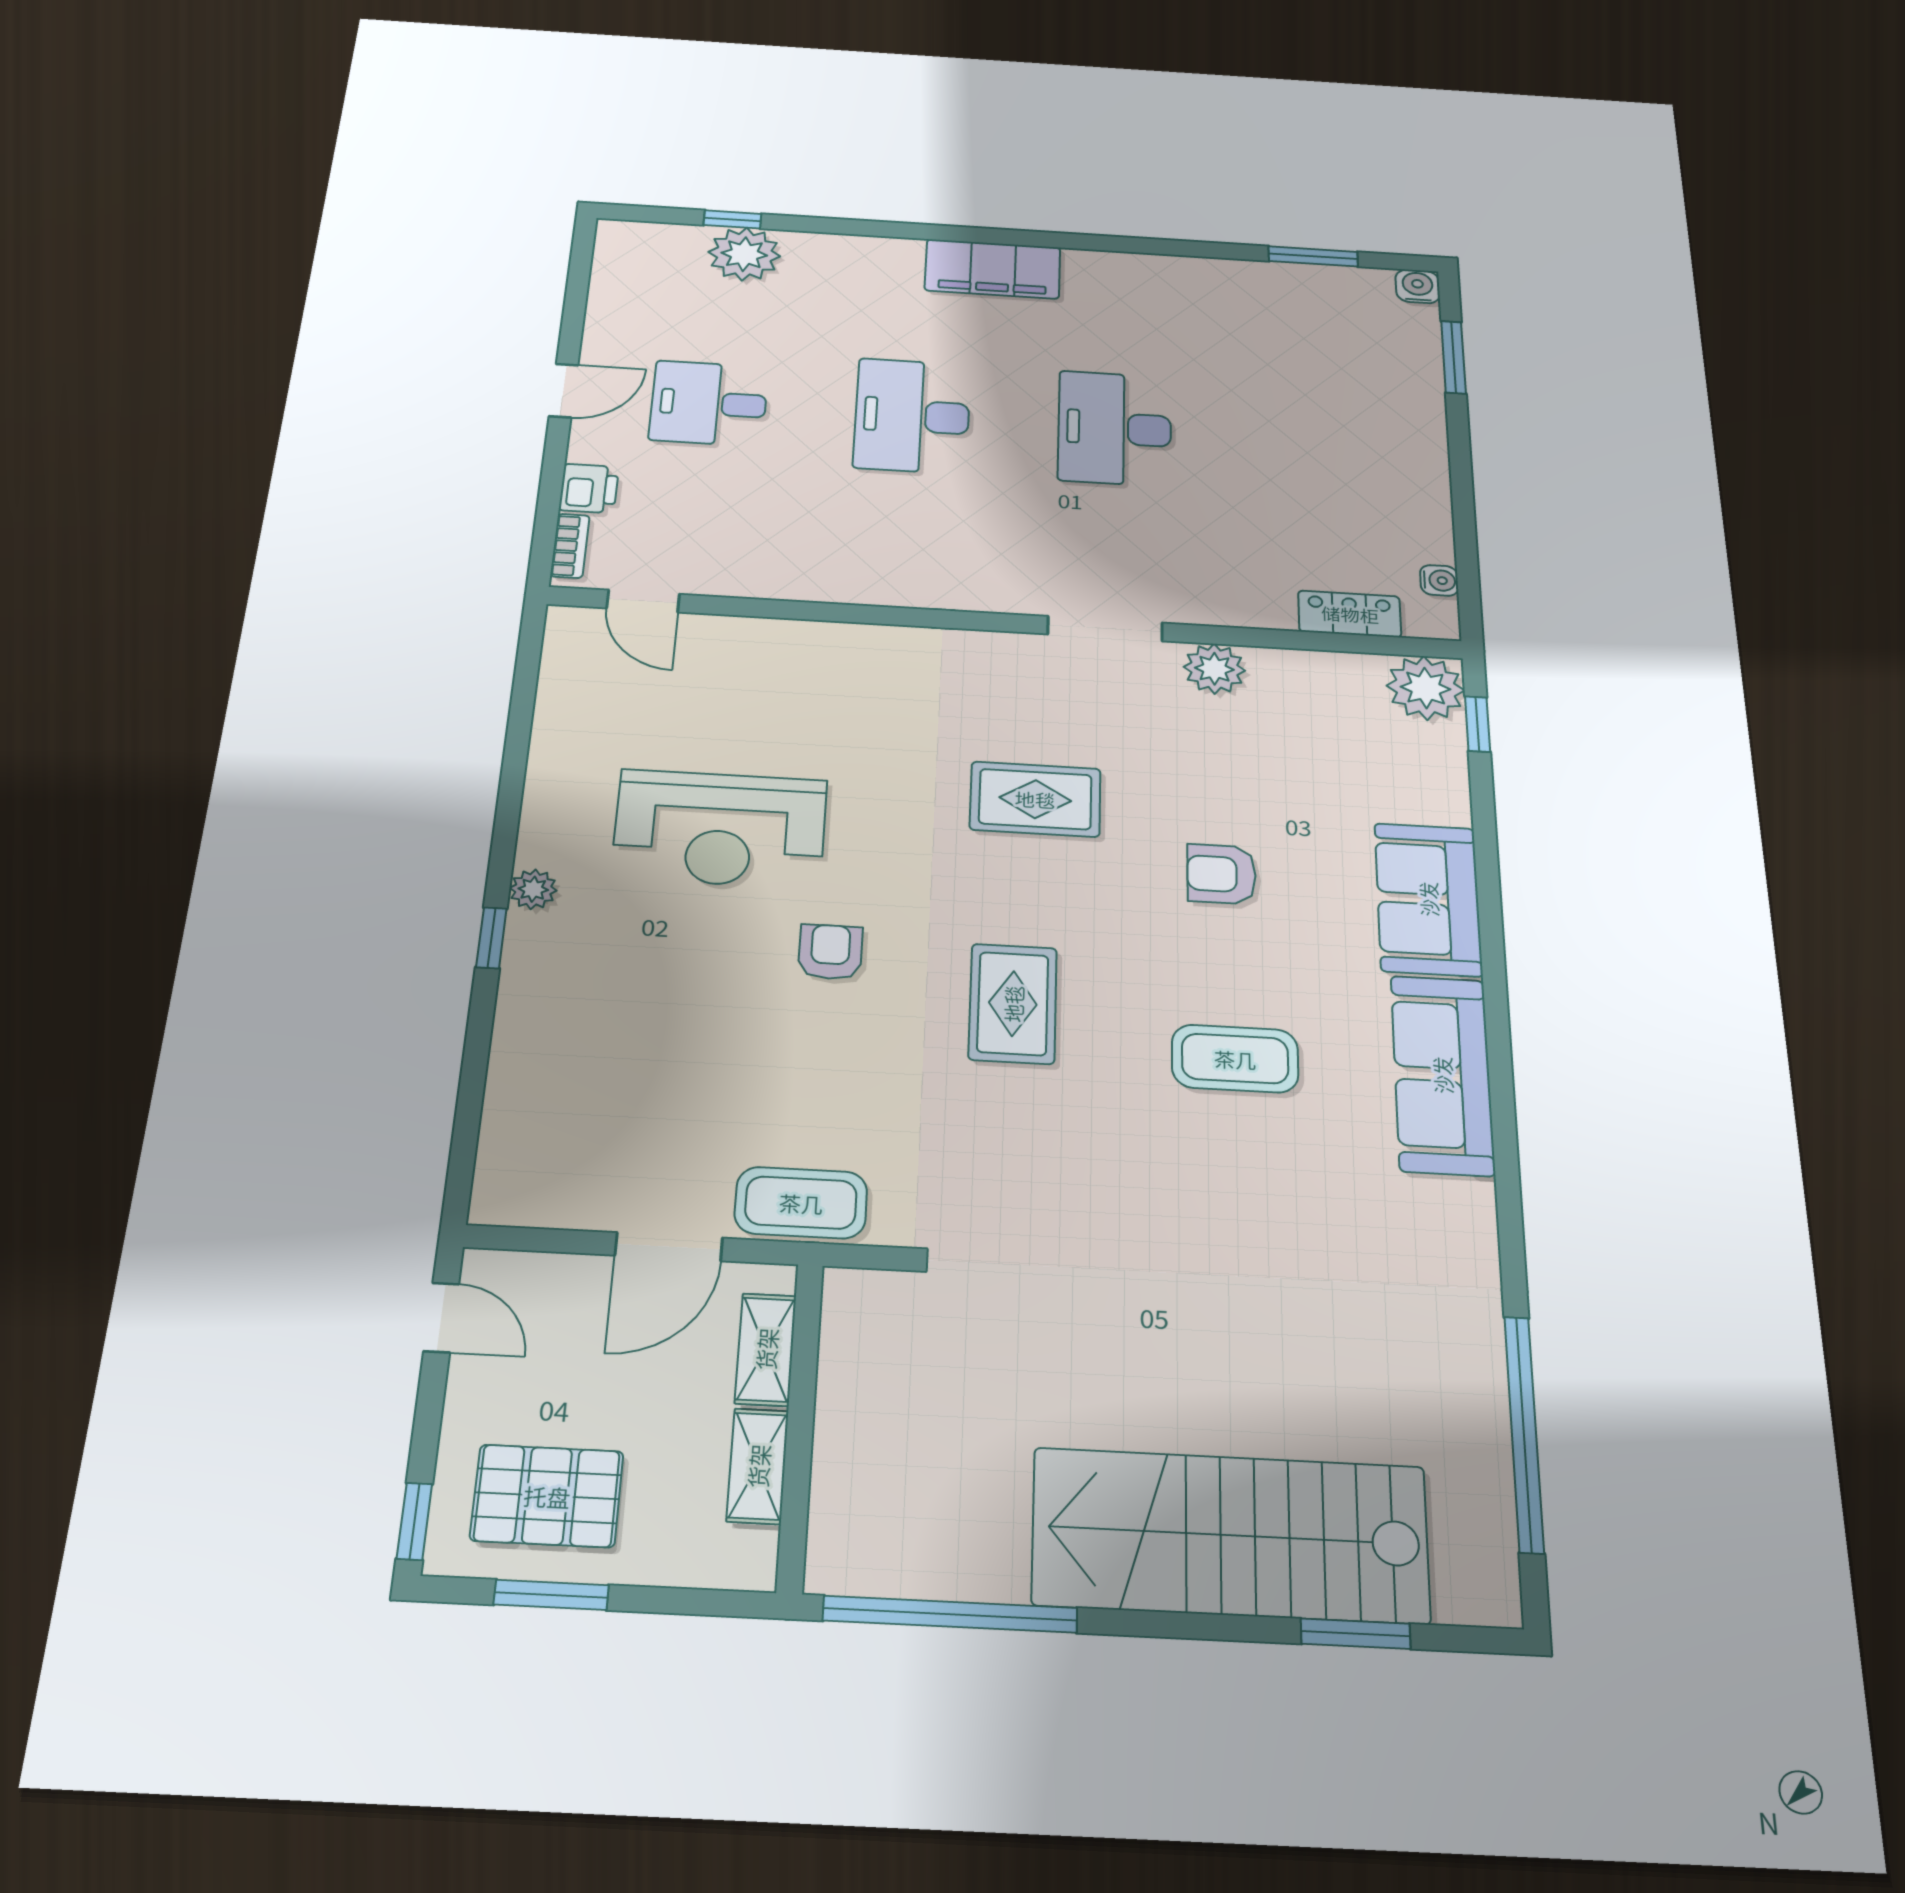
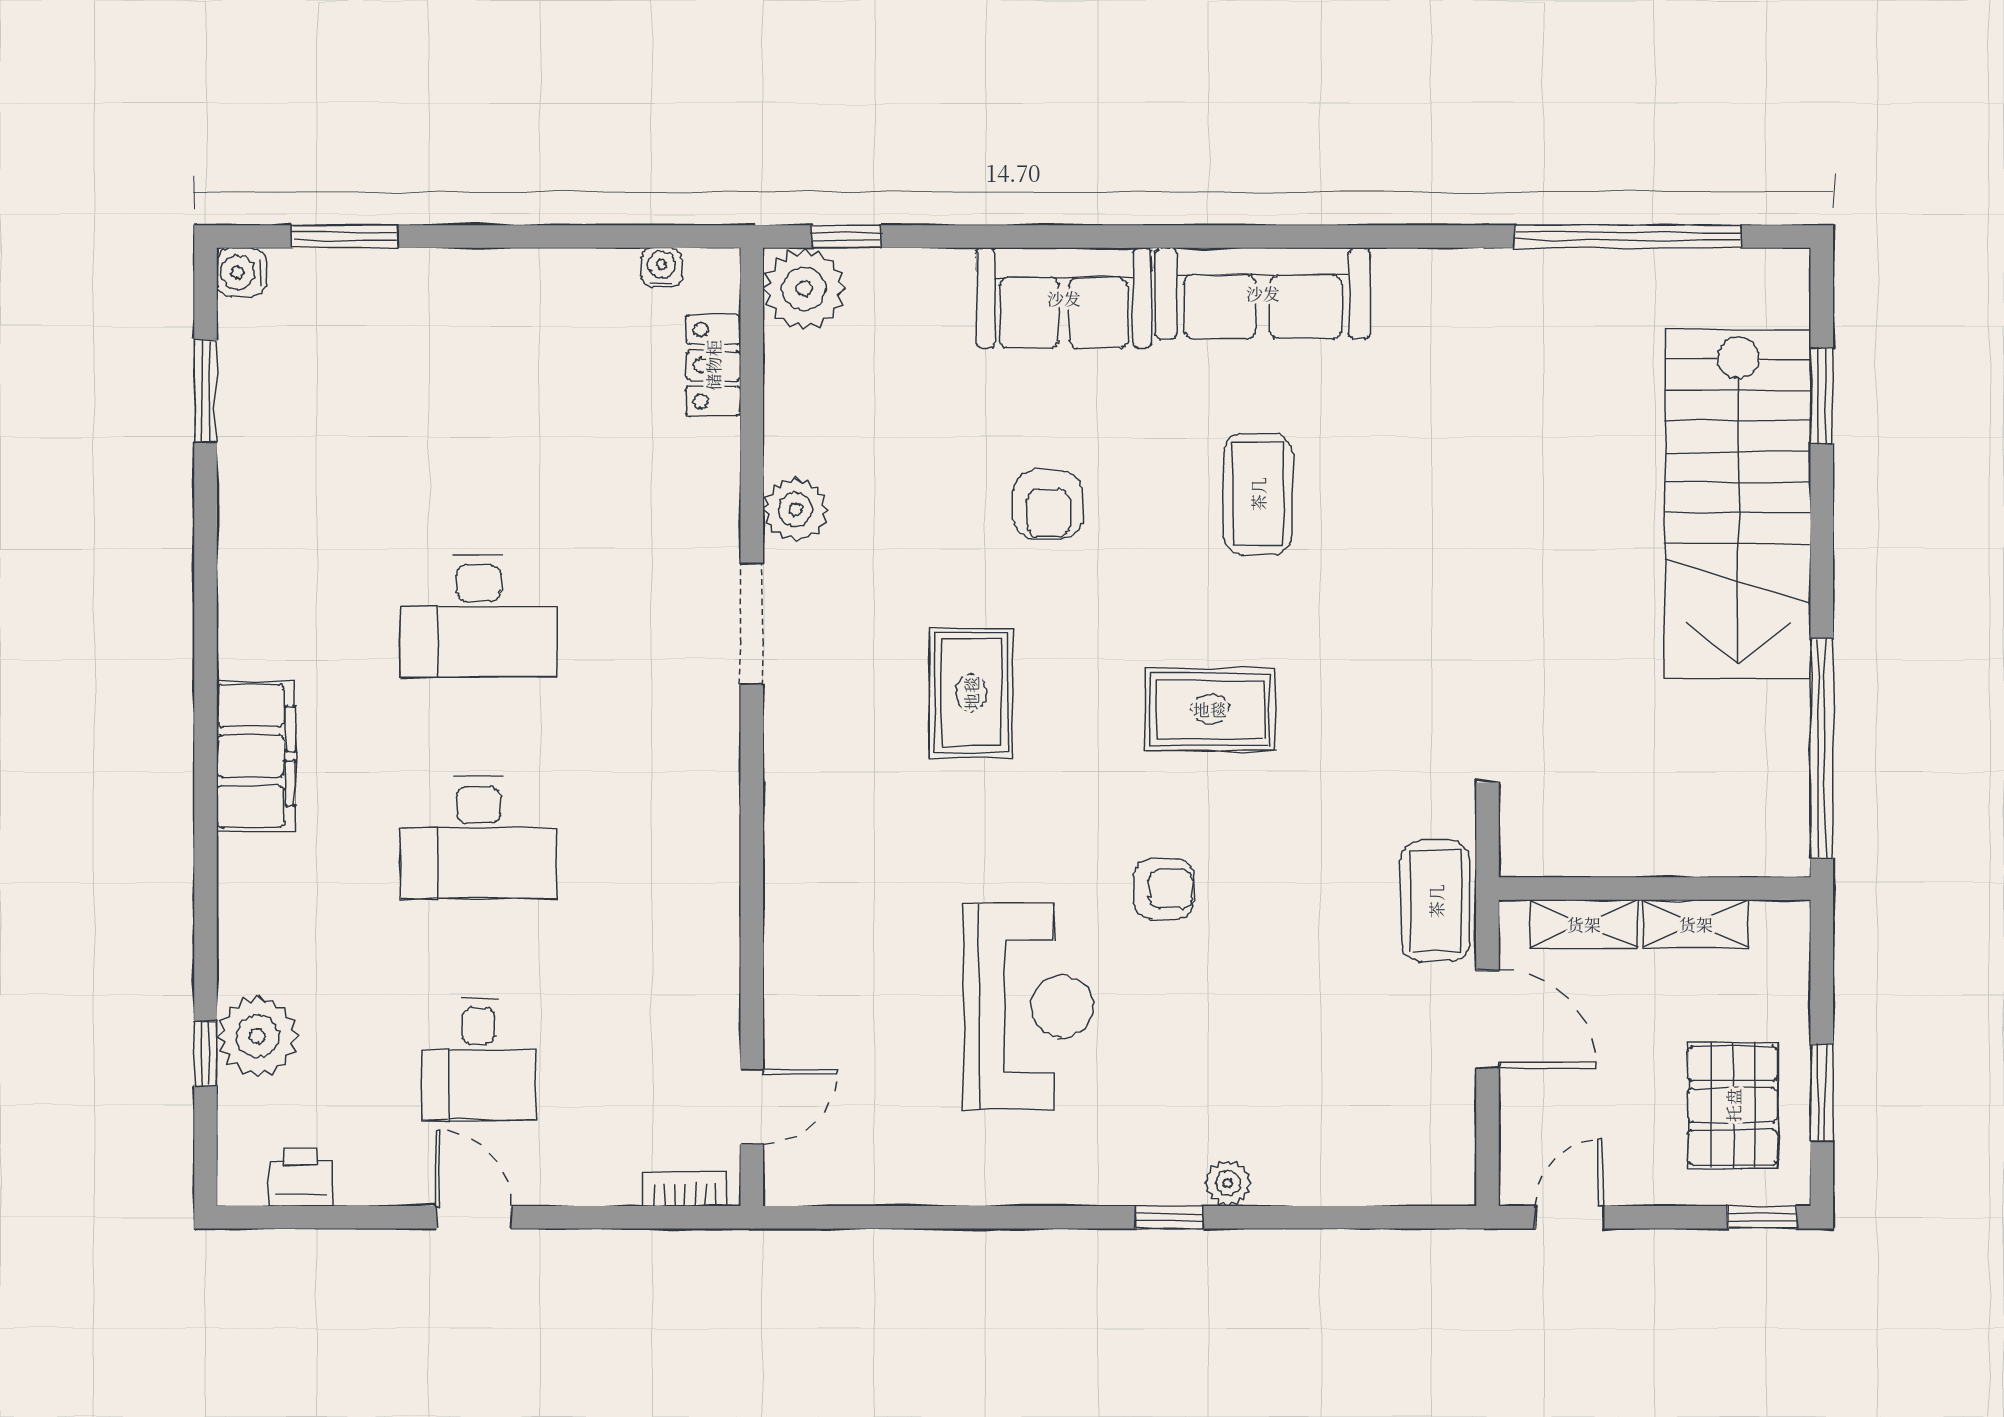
printer: (589, 489) -> (301, 1177), moved
plant: (533, 889) -> (1228, 1183), moved
armchair: (830, 952) -> (1164, 889), turned 180

